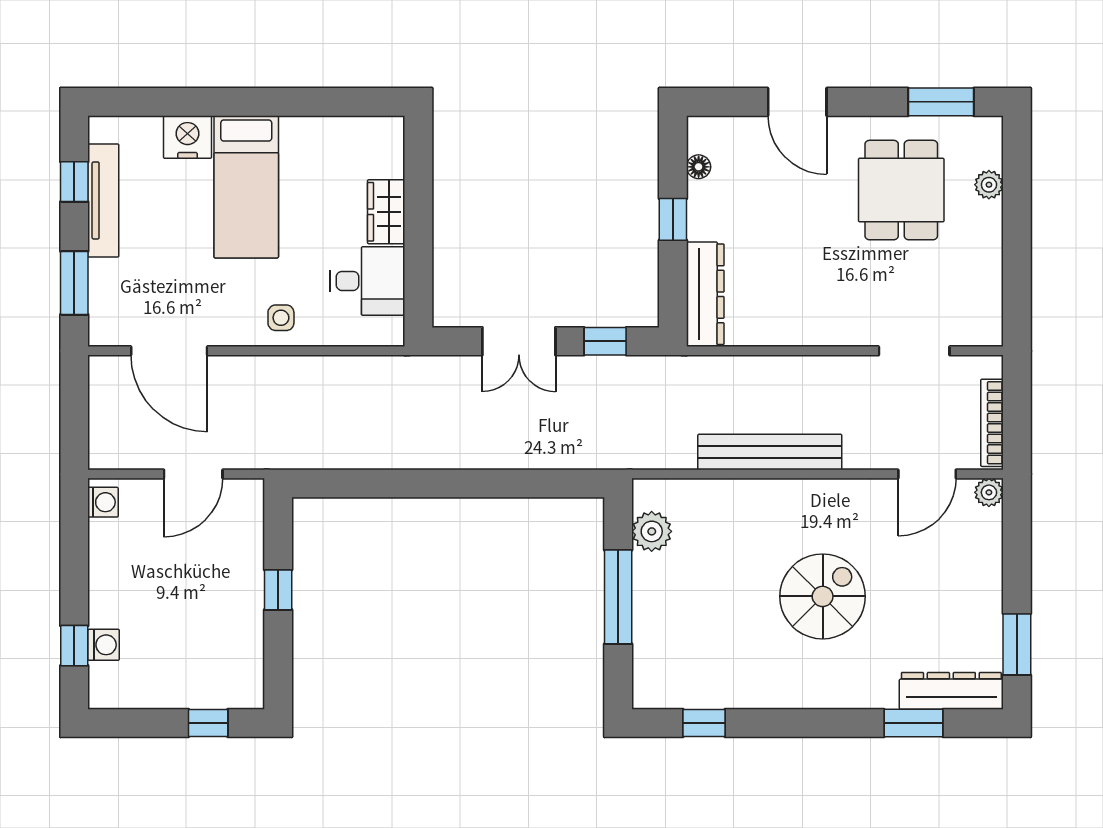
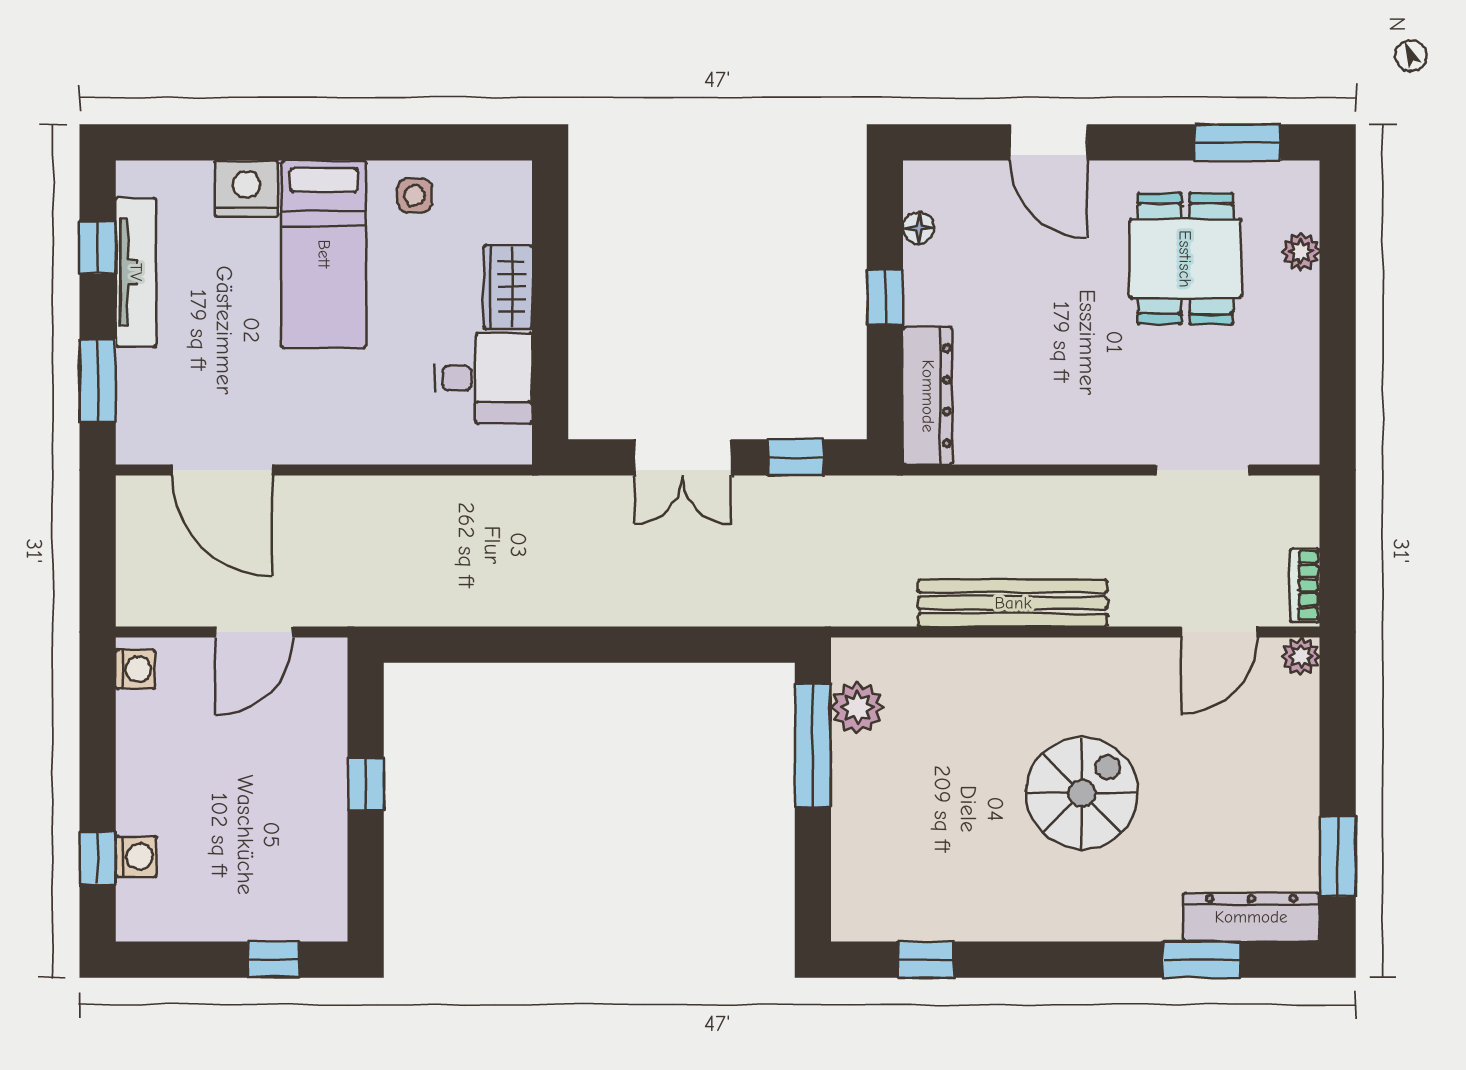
side table: (281, 318) -> (415, 195), moved
bookcase: (992, 423) -> (1305, 585), width x0.64
window: (618, 597) -> (813, 745), moved

